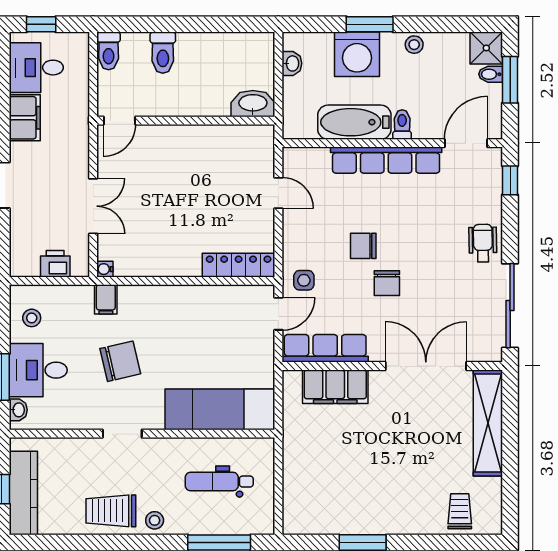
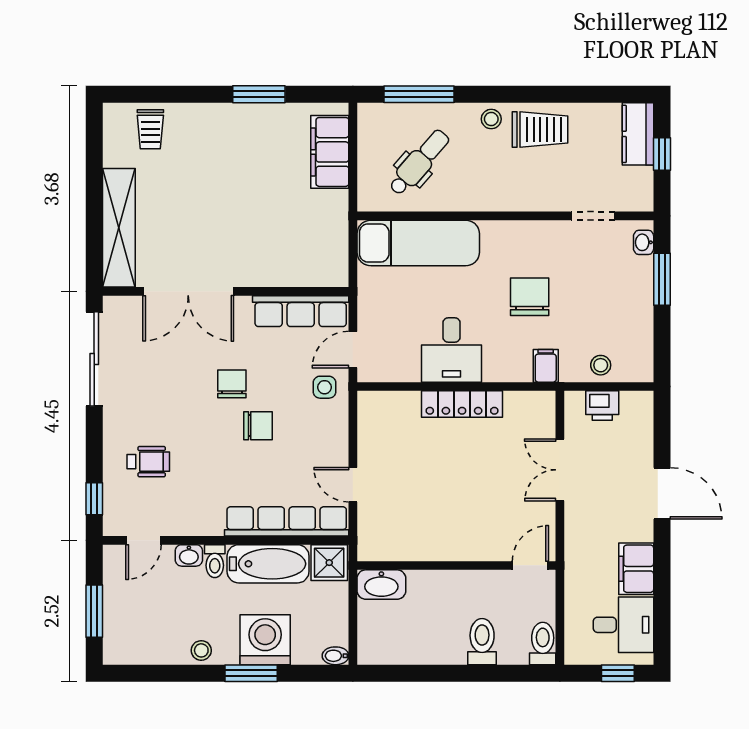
shower: (486, 48) -> (329, 563), moved
washbasin: (292, 63) -> (189, 555), moved, turned -90
bidet: (491, 74) -> (335, 656), moved, turned 180
door: (466, 143) -> (143, 540), width x0.73
row of seats: (386, 160) -> (287, 521), moved
wheelchair: (483, 243) -> (148, 462), moved, turned -89
locker: (239, 265) -> (462, 404), moved
water cooler: (105, 269) -> (547, 400), removed
stool: (32, 318) -> (601, 365), moved
chair: (120, 361) -> (530, 297), turned 103
desk: (38, 370) -> (451, 350), moved, turned 90
filing cabinet: (335, 387) -> (330, 152), moved, turned -90
doorway: (122, 434) -> (593, 216), moved
dental chair: (219, 482) -> (419, 162), turned -49
kitchen counter: (23, 493) -> (638, 134), width x0.67

